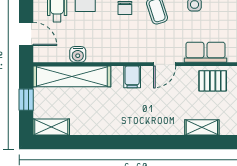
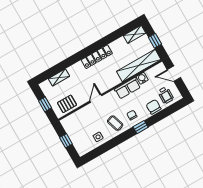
row of seats: (205, 52) -> (127, 88), moved
filing cabinet: (132, 77) -> (108, 83), removed
locker: (127, 126) -> (97, 57), added

